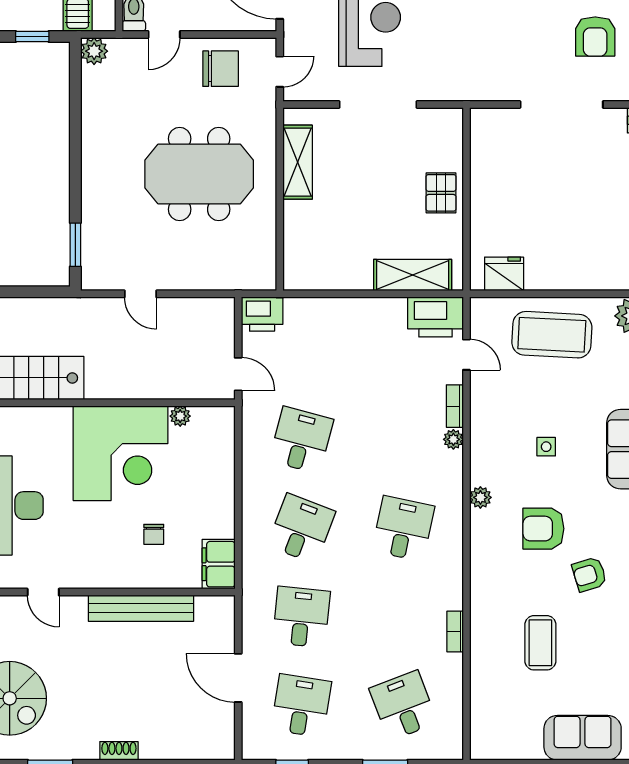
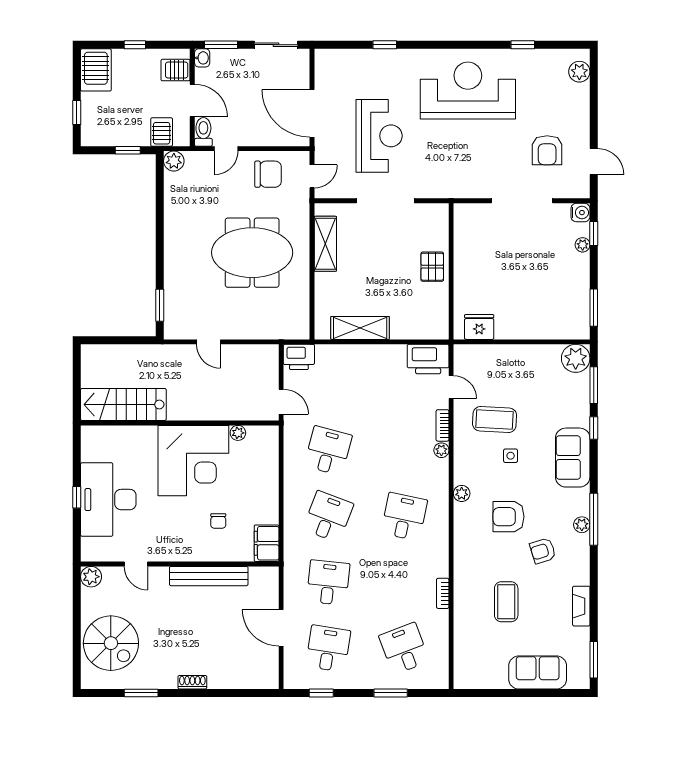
shelving: (413, 275) -> (360, 328), moved
coffee table: (552, 335) -> (495, 419), moved, width x0.73, depth x0.76

